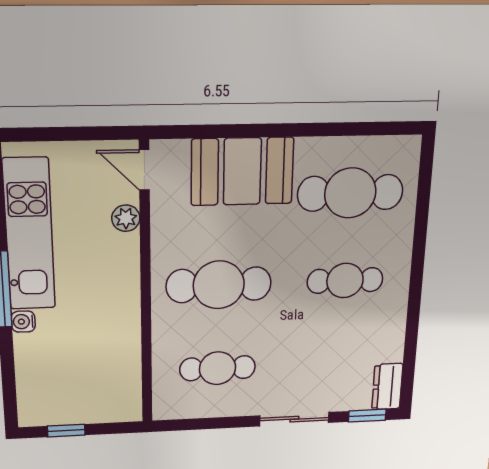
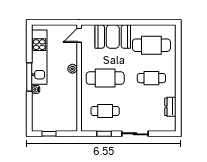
door: (144, 170) -> (79, 35), hinge flipped
plant: (126, 218) -> (72, 69), moved
dresser: (387, 387) -> (170, 107), moved
window: (367, 416) -> (104, 134), moved

